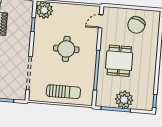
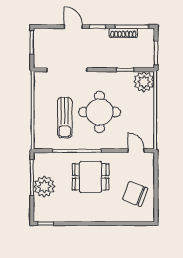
round table: (66, 49) -> (100, 112), width x1.36, depth x1.36
sun lounger: (63, 92) -> (65, 118), moved

